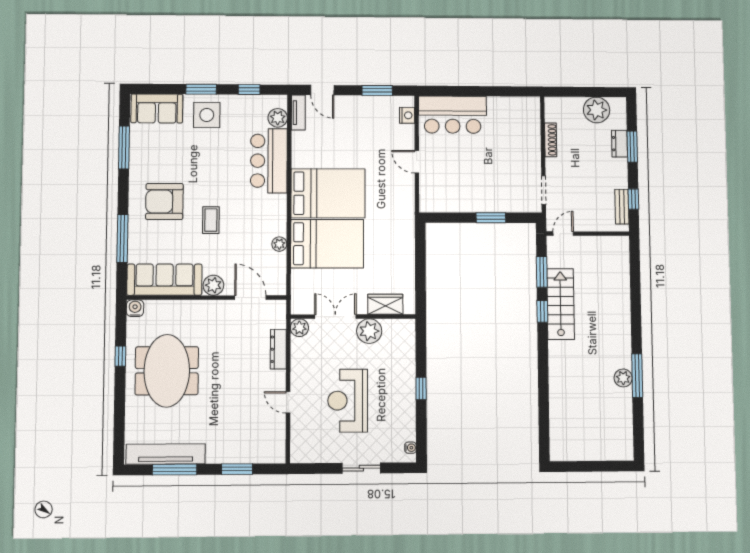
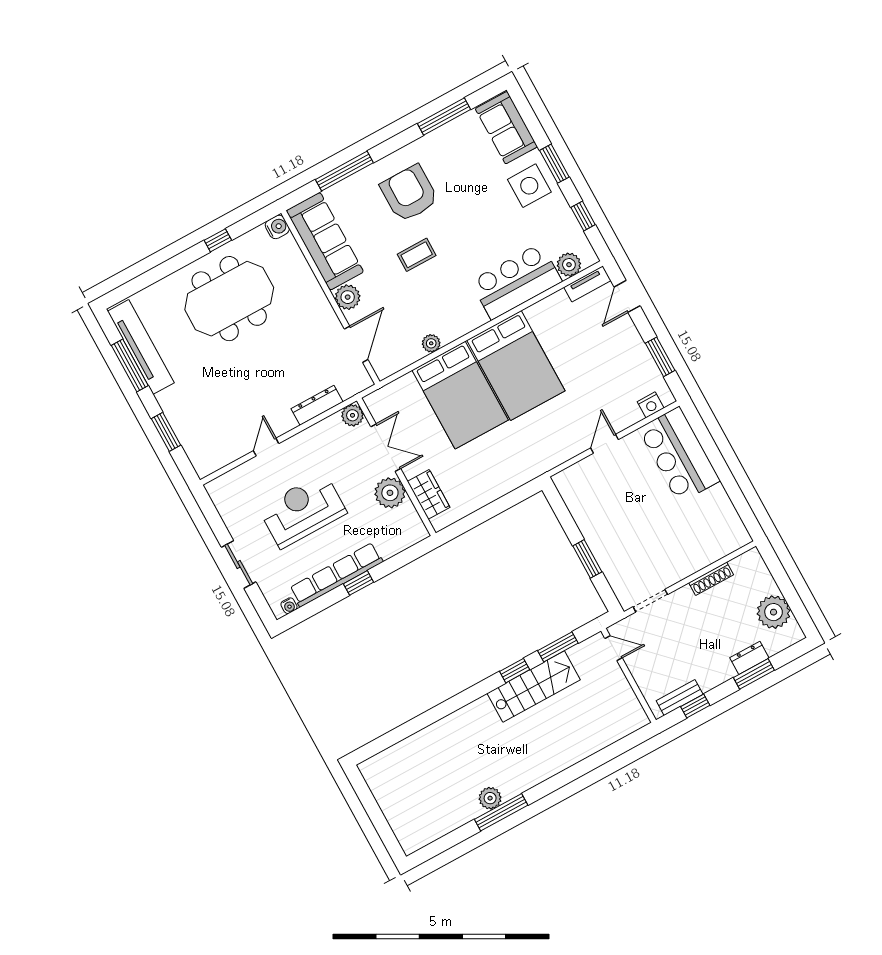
row of seats: (407, 401) -> (336, 575), added

